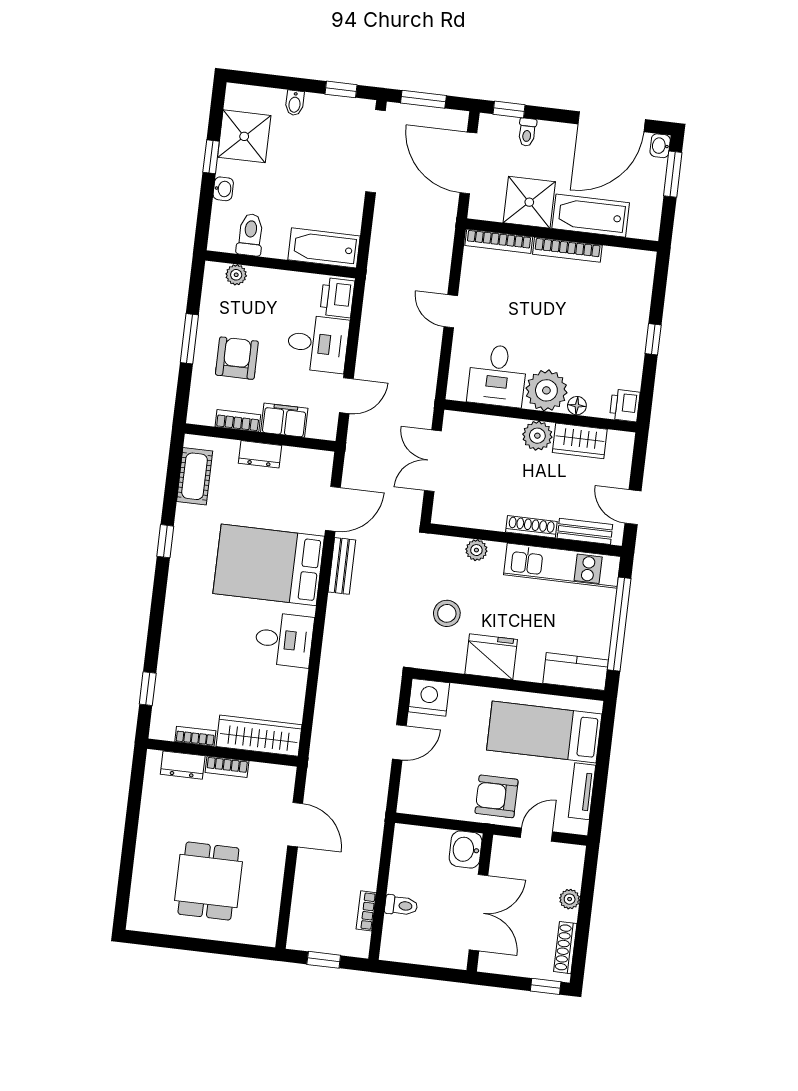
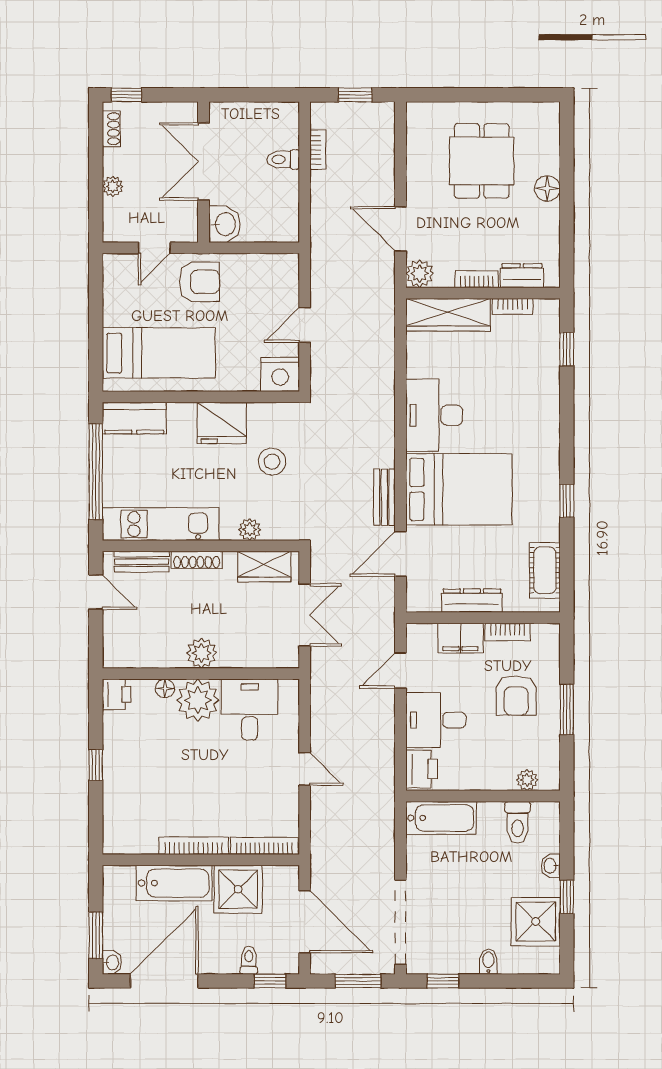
wardrobe: (580, 441) -> (264, 567), moved, turned 180
dresser: (260, 454) -> (472, 601), width x1.44
desk: (284, 640) -> (434, 415), width x1.37
plant: (282, 779) -> (420, 274), added
tv unit: (582, 791) -> (113, 297), removed
floor lamp: (148, 847) -> (547, 188), added
shoe rack: (565, 948) -> (111, 129), width x0.70

